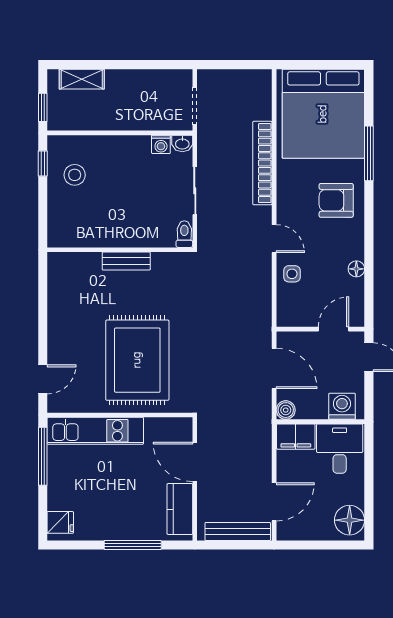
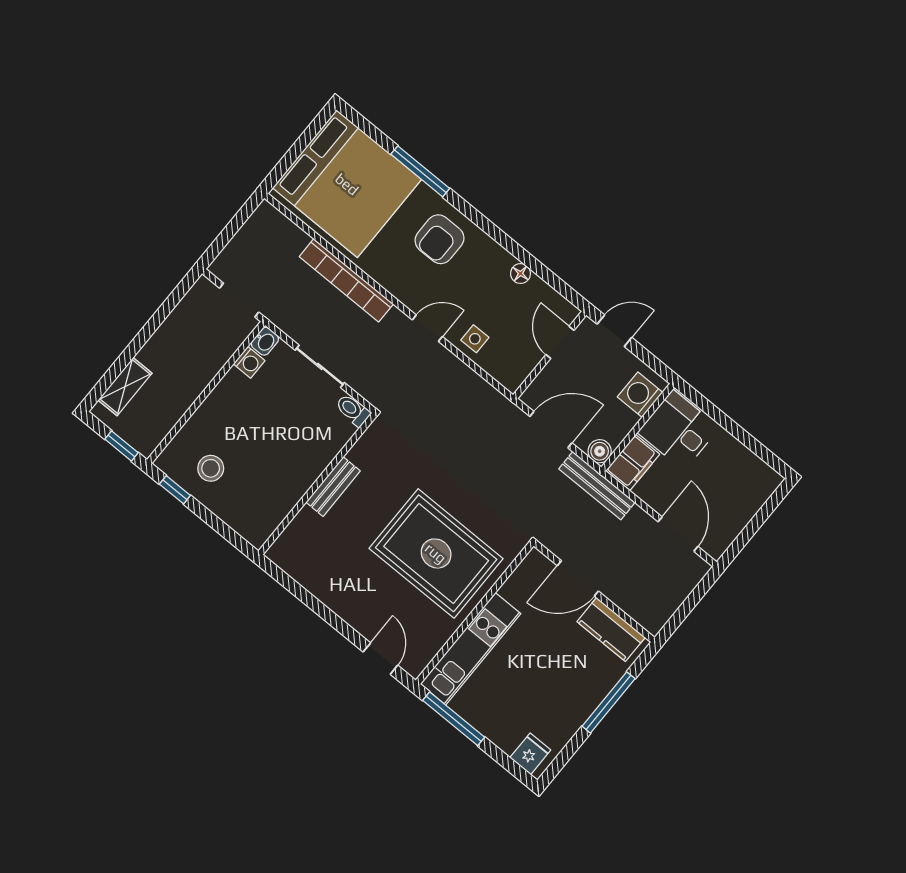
floor lamp: (350, 520) -> (754, 477), removed
bench: (238, 531) -> (597, 486), moved, turned 90

